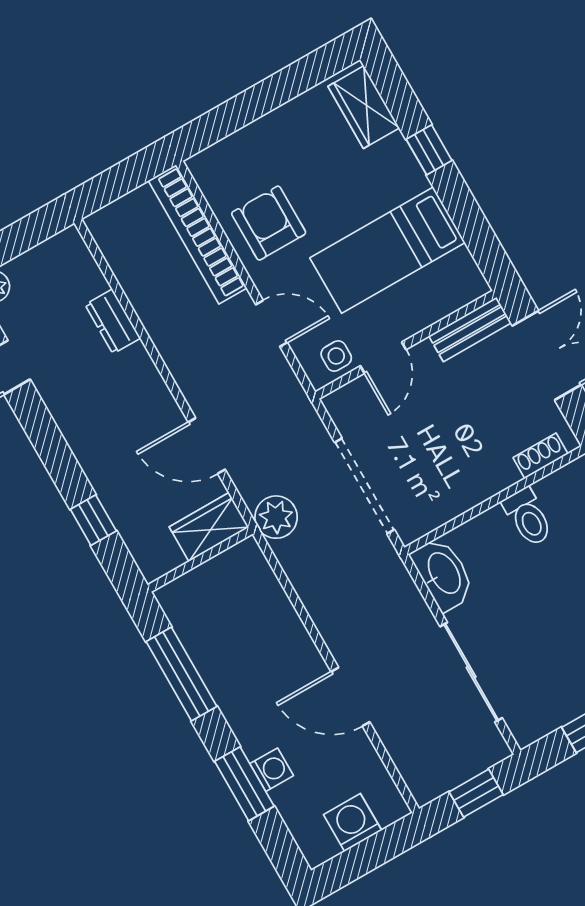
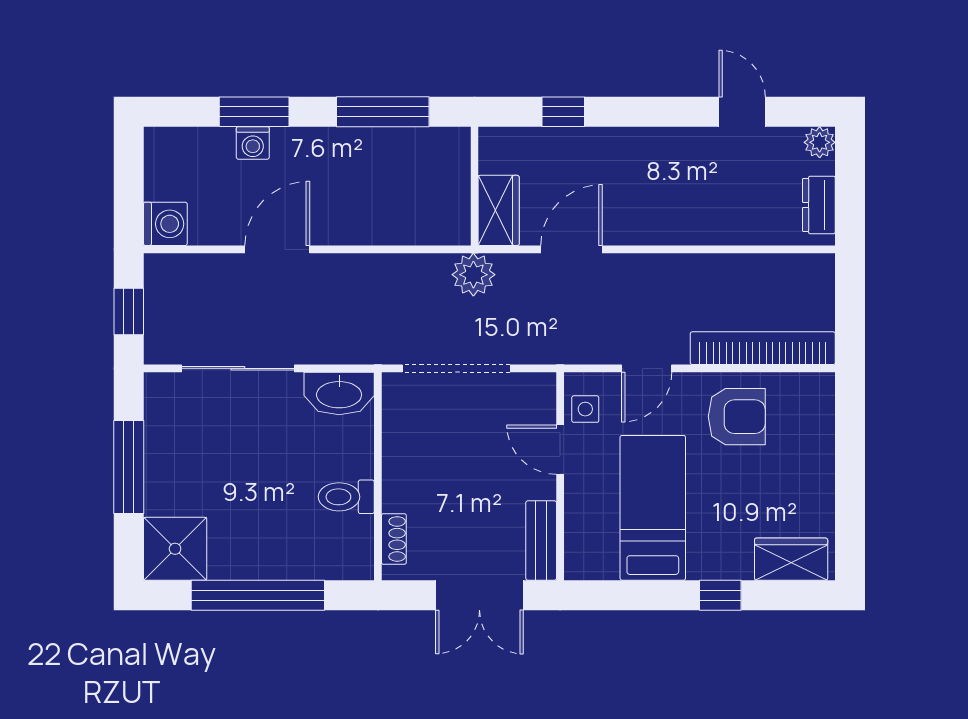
dresser: (113, 321) -> (819, 205), moved, turned -90
washing machine: (353, 822) -> (165, 224), moved

